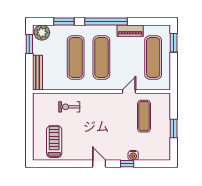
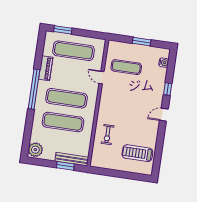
window: (64, 22) -> (28, 128), removed
window: (29, 44) -> (65, 166), moved
water cooler: (133, 155) -> (164, 63), moved

